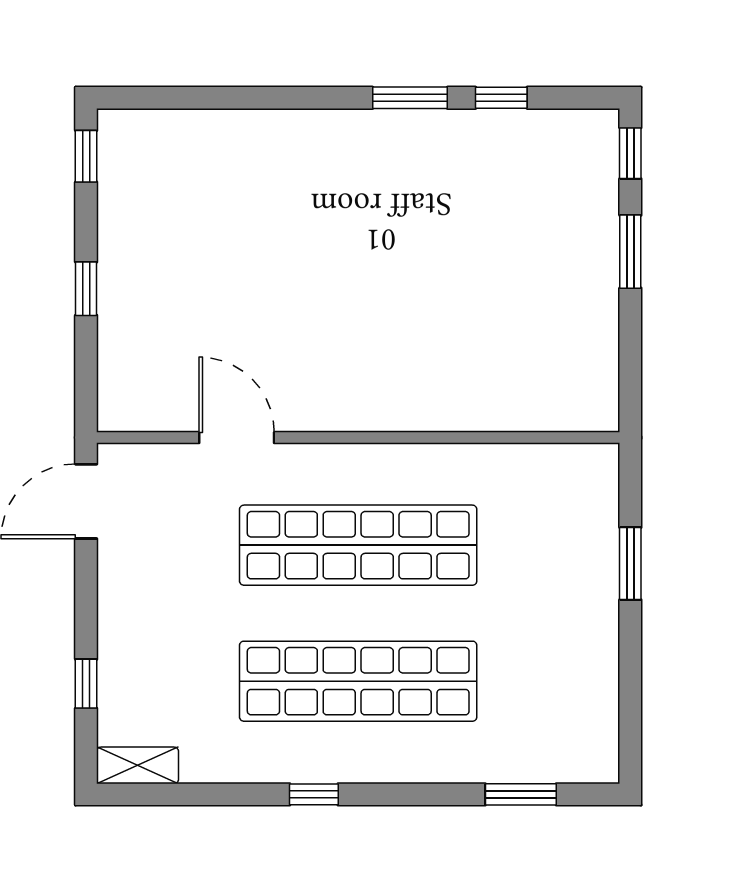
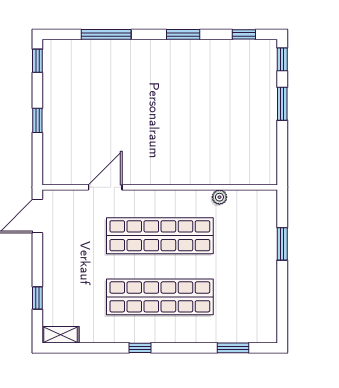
window: (239, 98) -> (106, 34), added
window: (501, 98) -> (244, 34), moved
door: (237, 438) -> (105, 187), hinge flipped
plant: (491, 459) -> (219, 197), added

